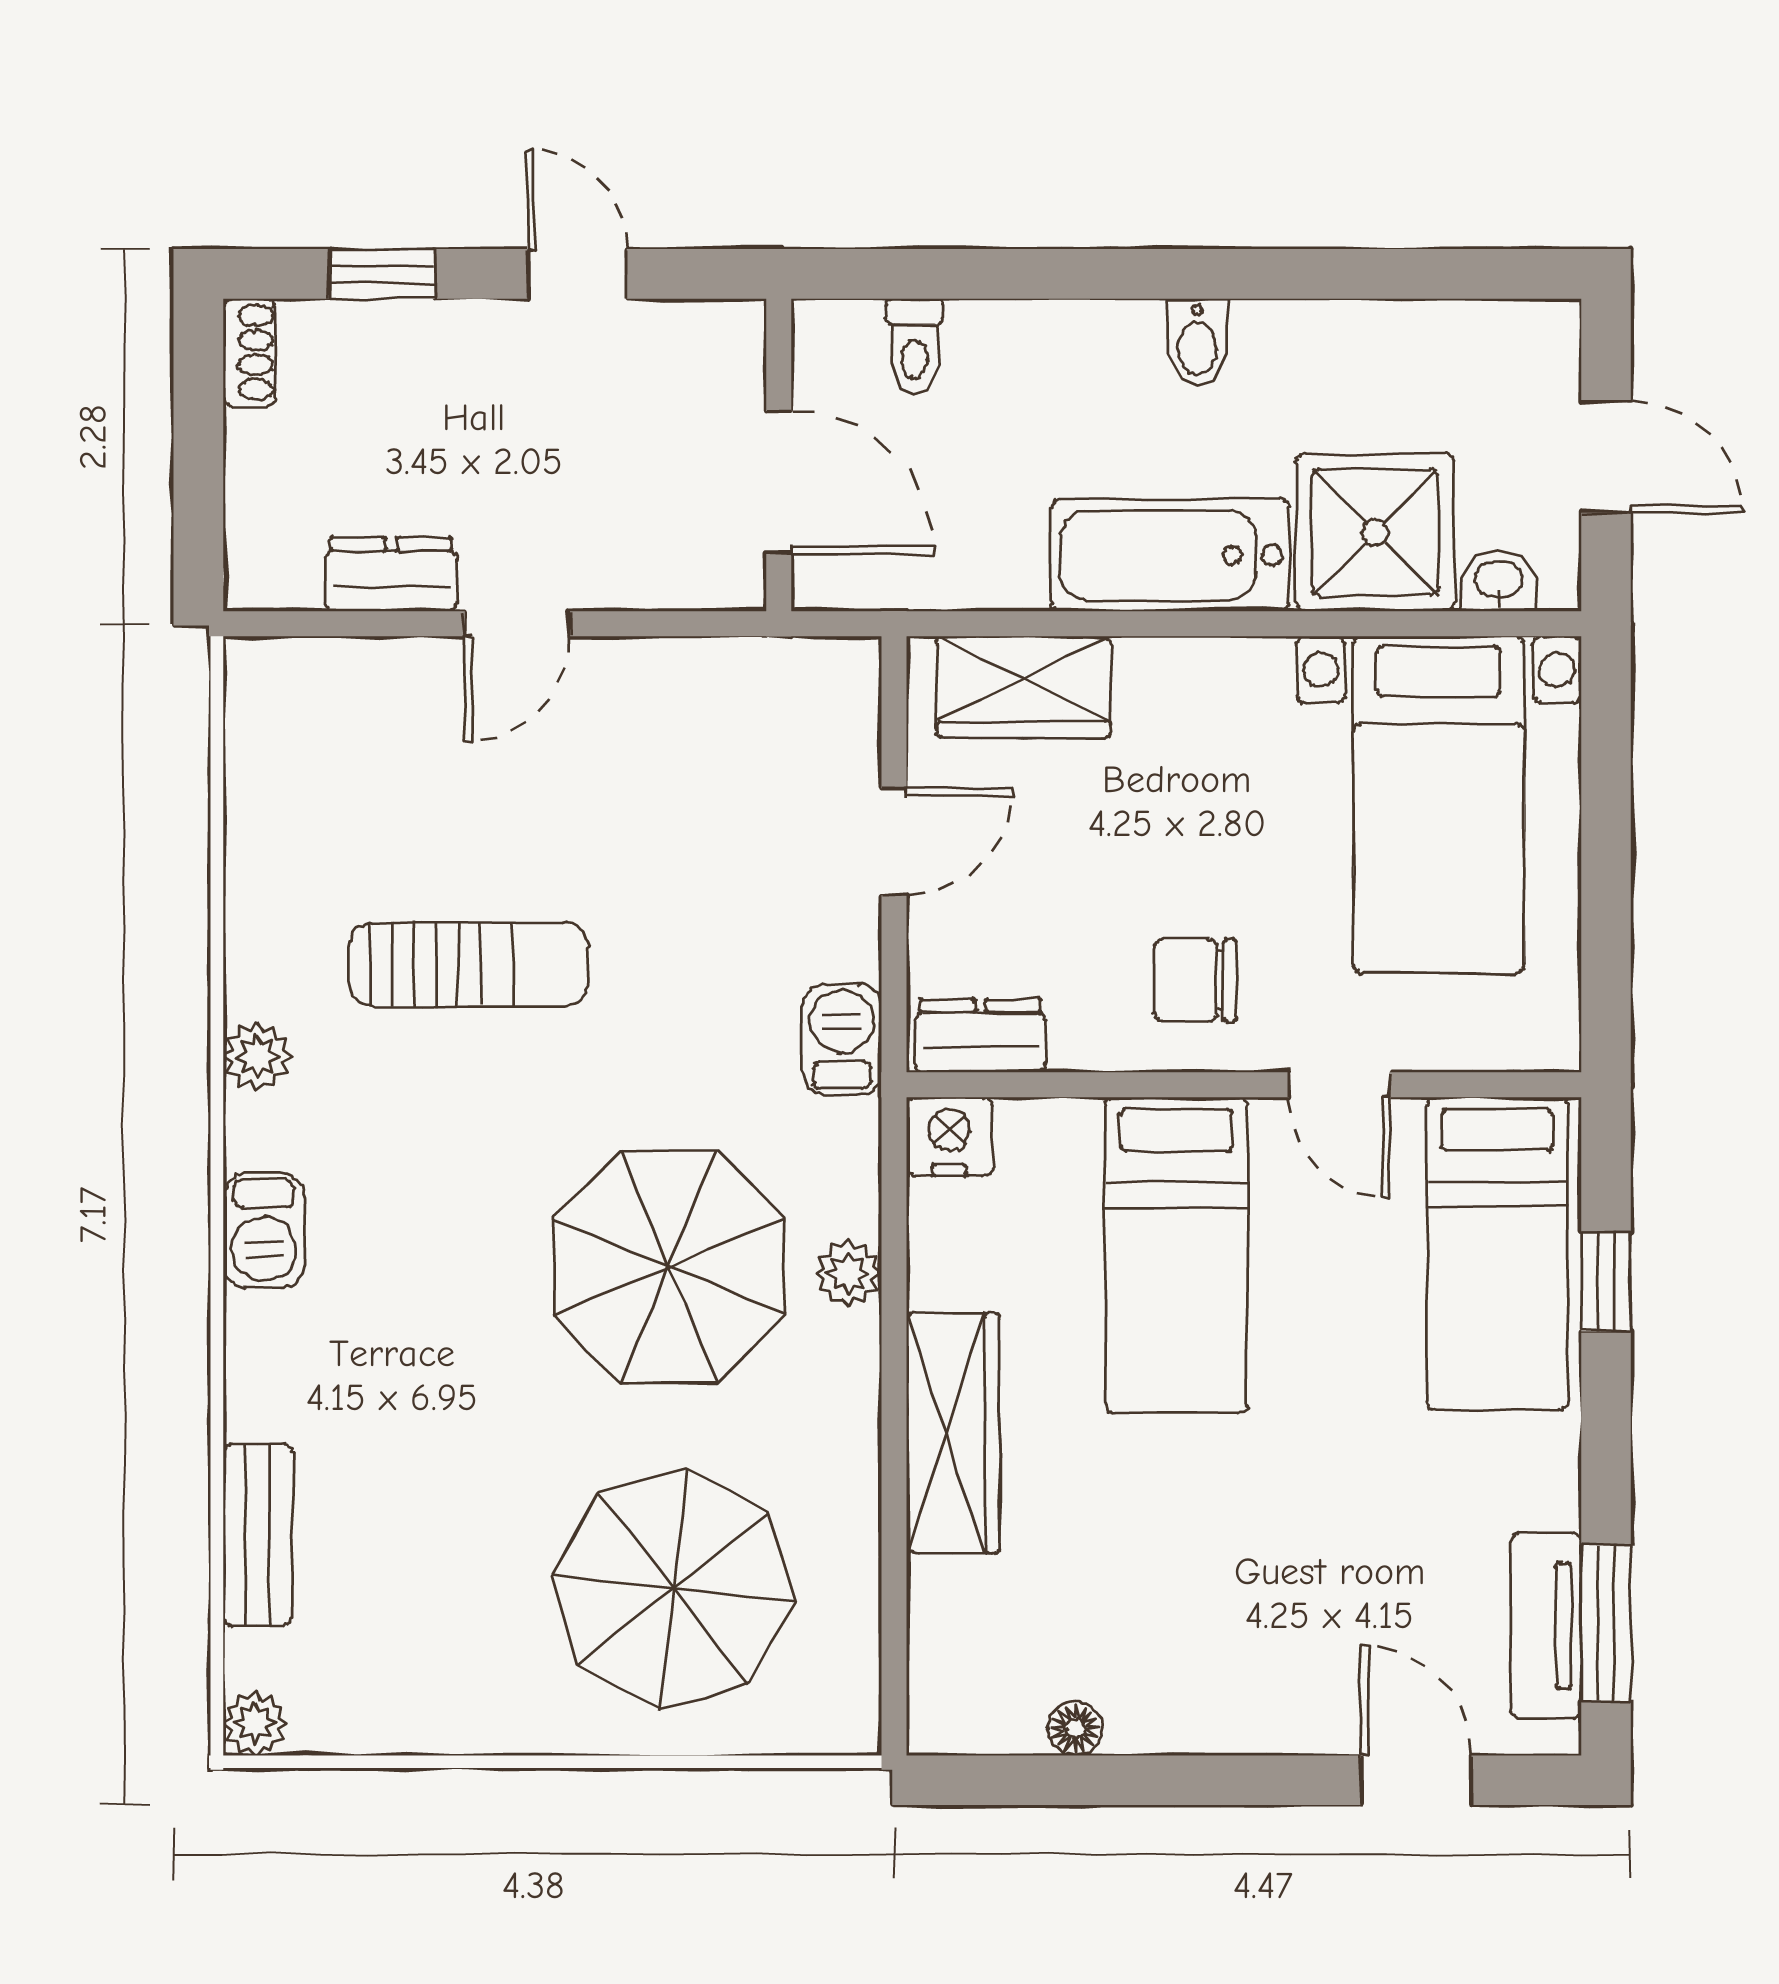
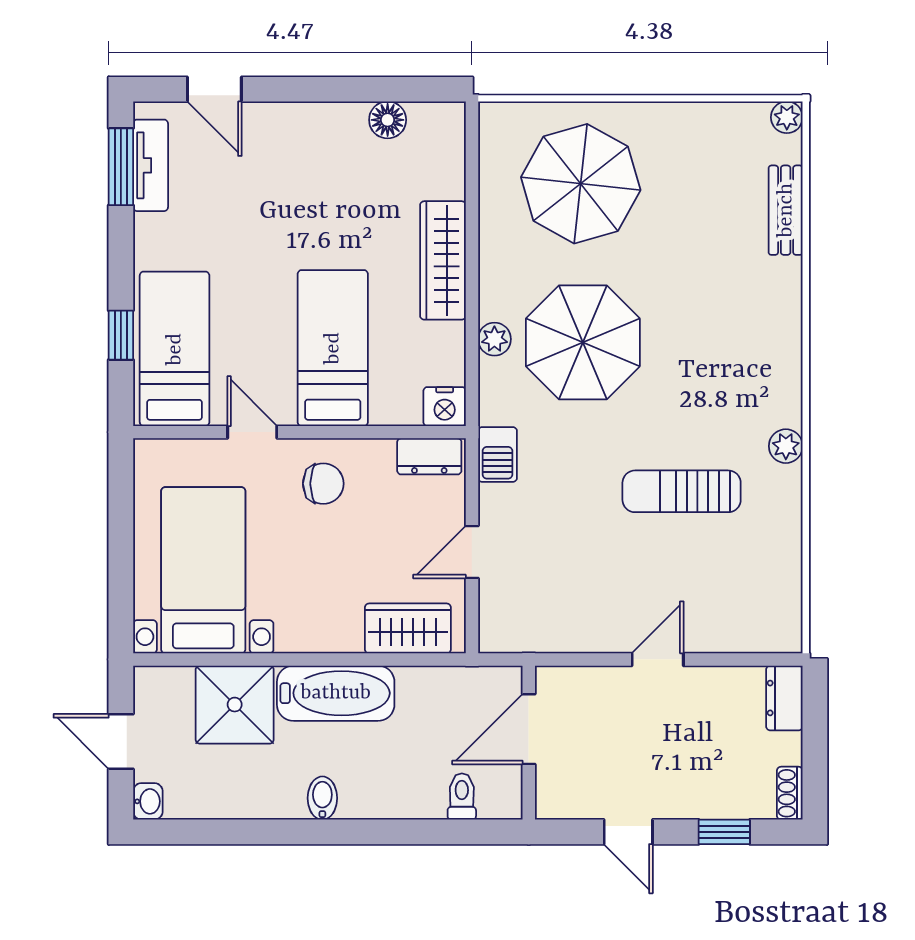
door: (779, 482) -> (529, 729), hinge flipped
dresser: (391, 574) -> (784, 698), moved, turned 90
washbasin: (1498, 581) -> (148, 801), moved, turned -90
barbecue: (264, 1231) -> (783, 360), removed
floor lamp: (1075, 1728) -> (388, 120), width x1.37, depth x1.37

